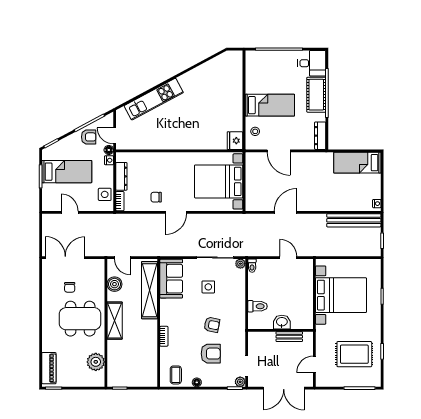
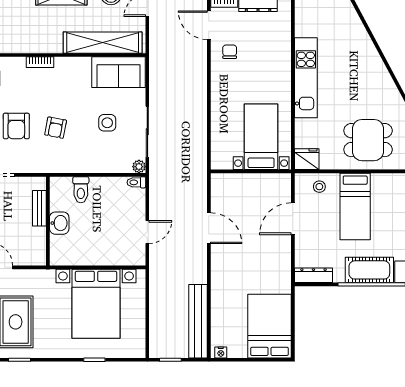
dining table: (221, 96) -> (368, 140), added
kitchen unit: (154, 99) -> (306, 78), moved, turned -152
bed: (357, 163) -> (270, 326), width x1.50
bed with nightstands: (219, 181) -> (261, 137), width x0.73
door: (176, 212) -> (209, 25), moved
bench: (289, 337) -> (39, 208), moved

